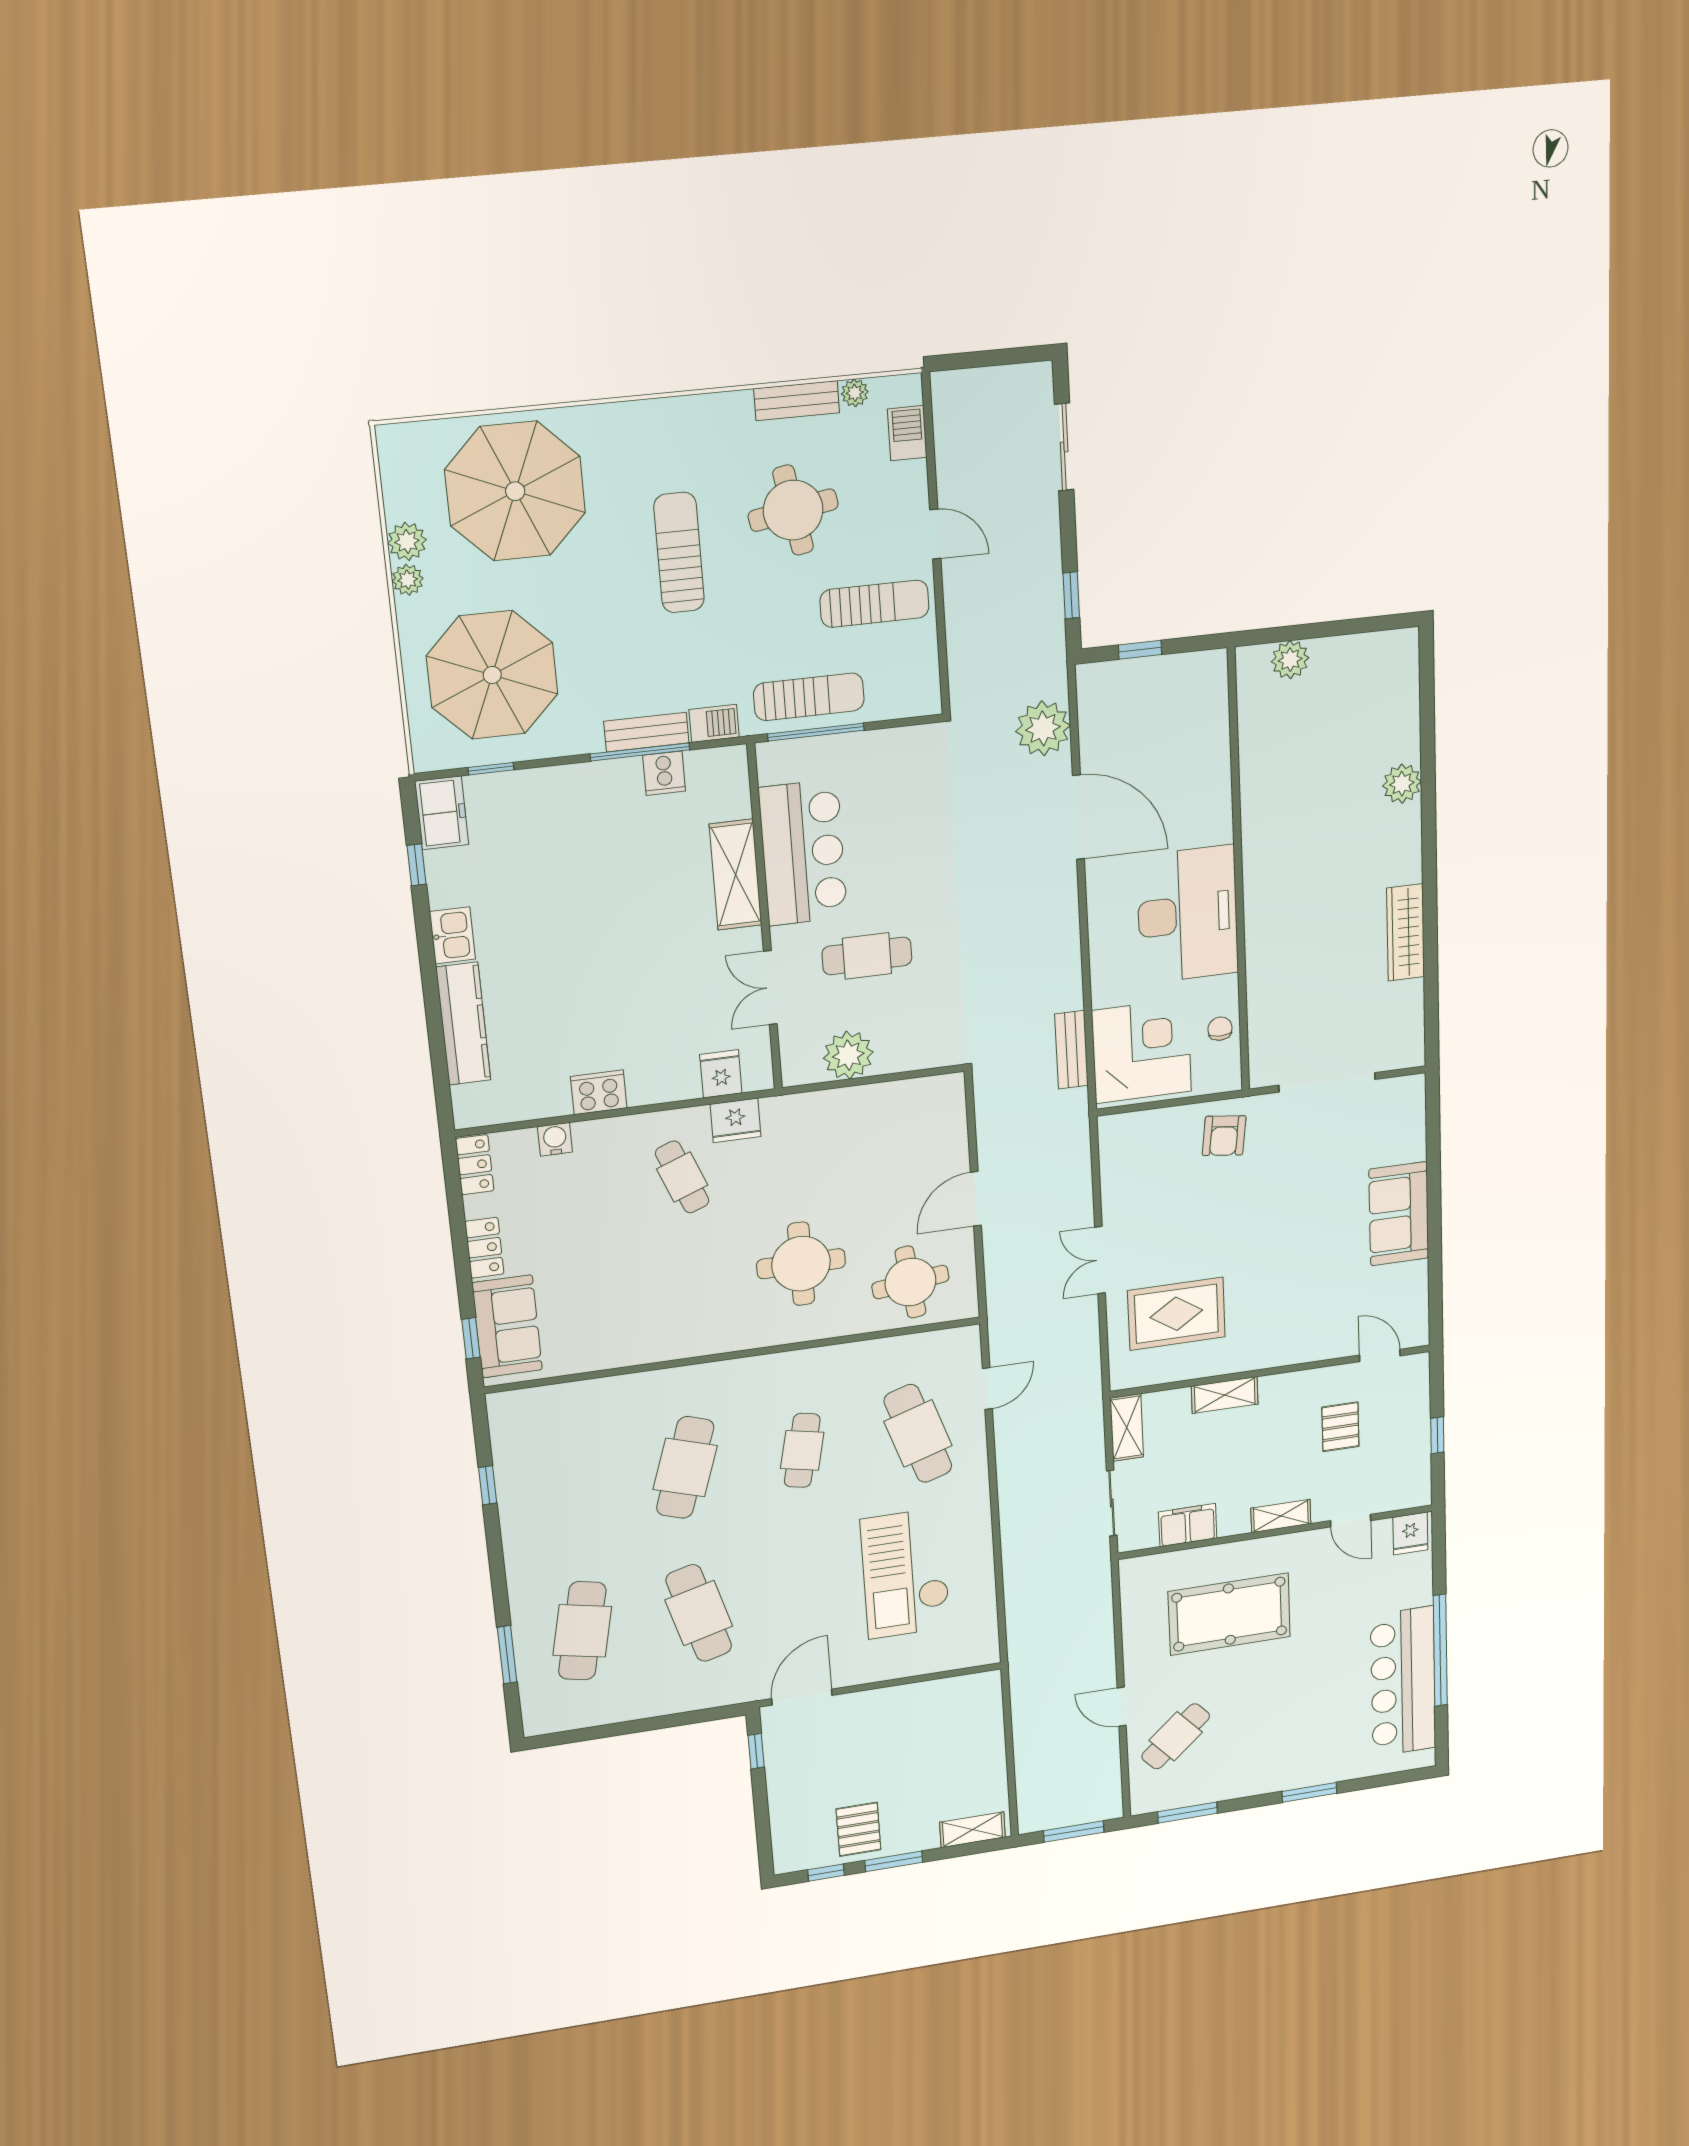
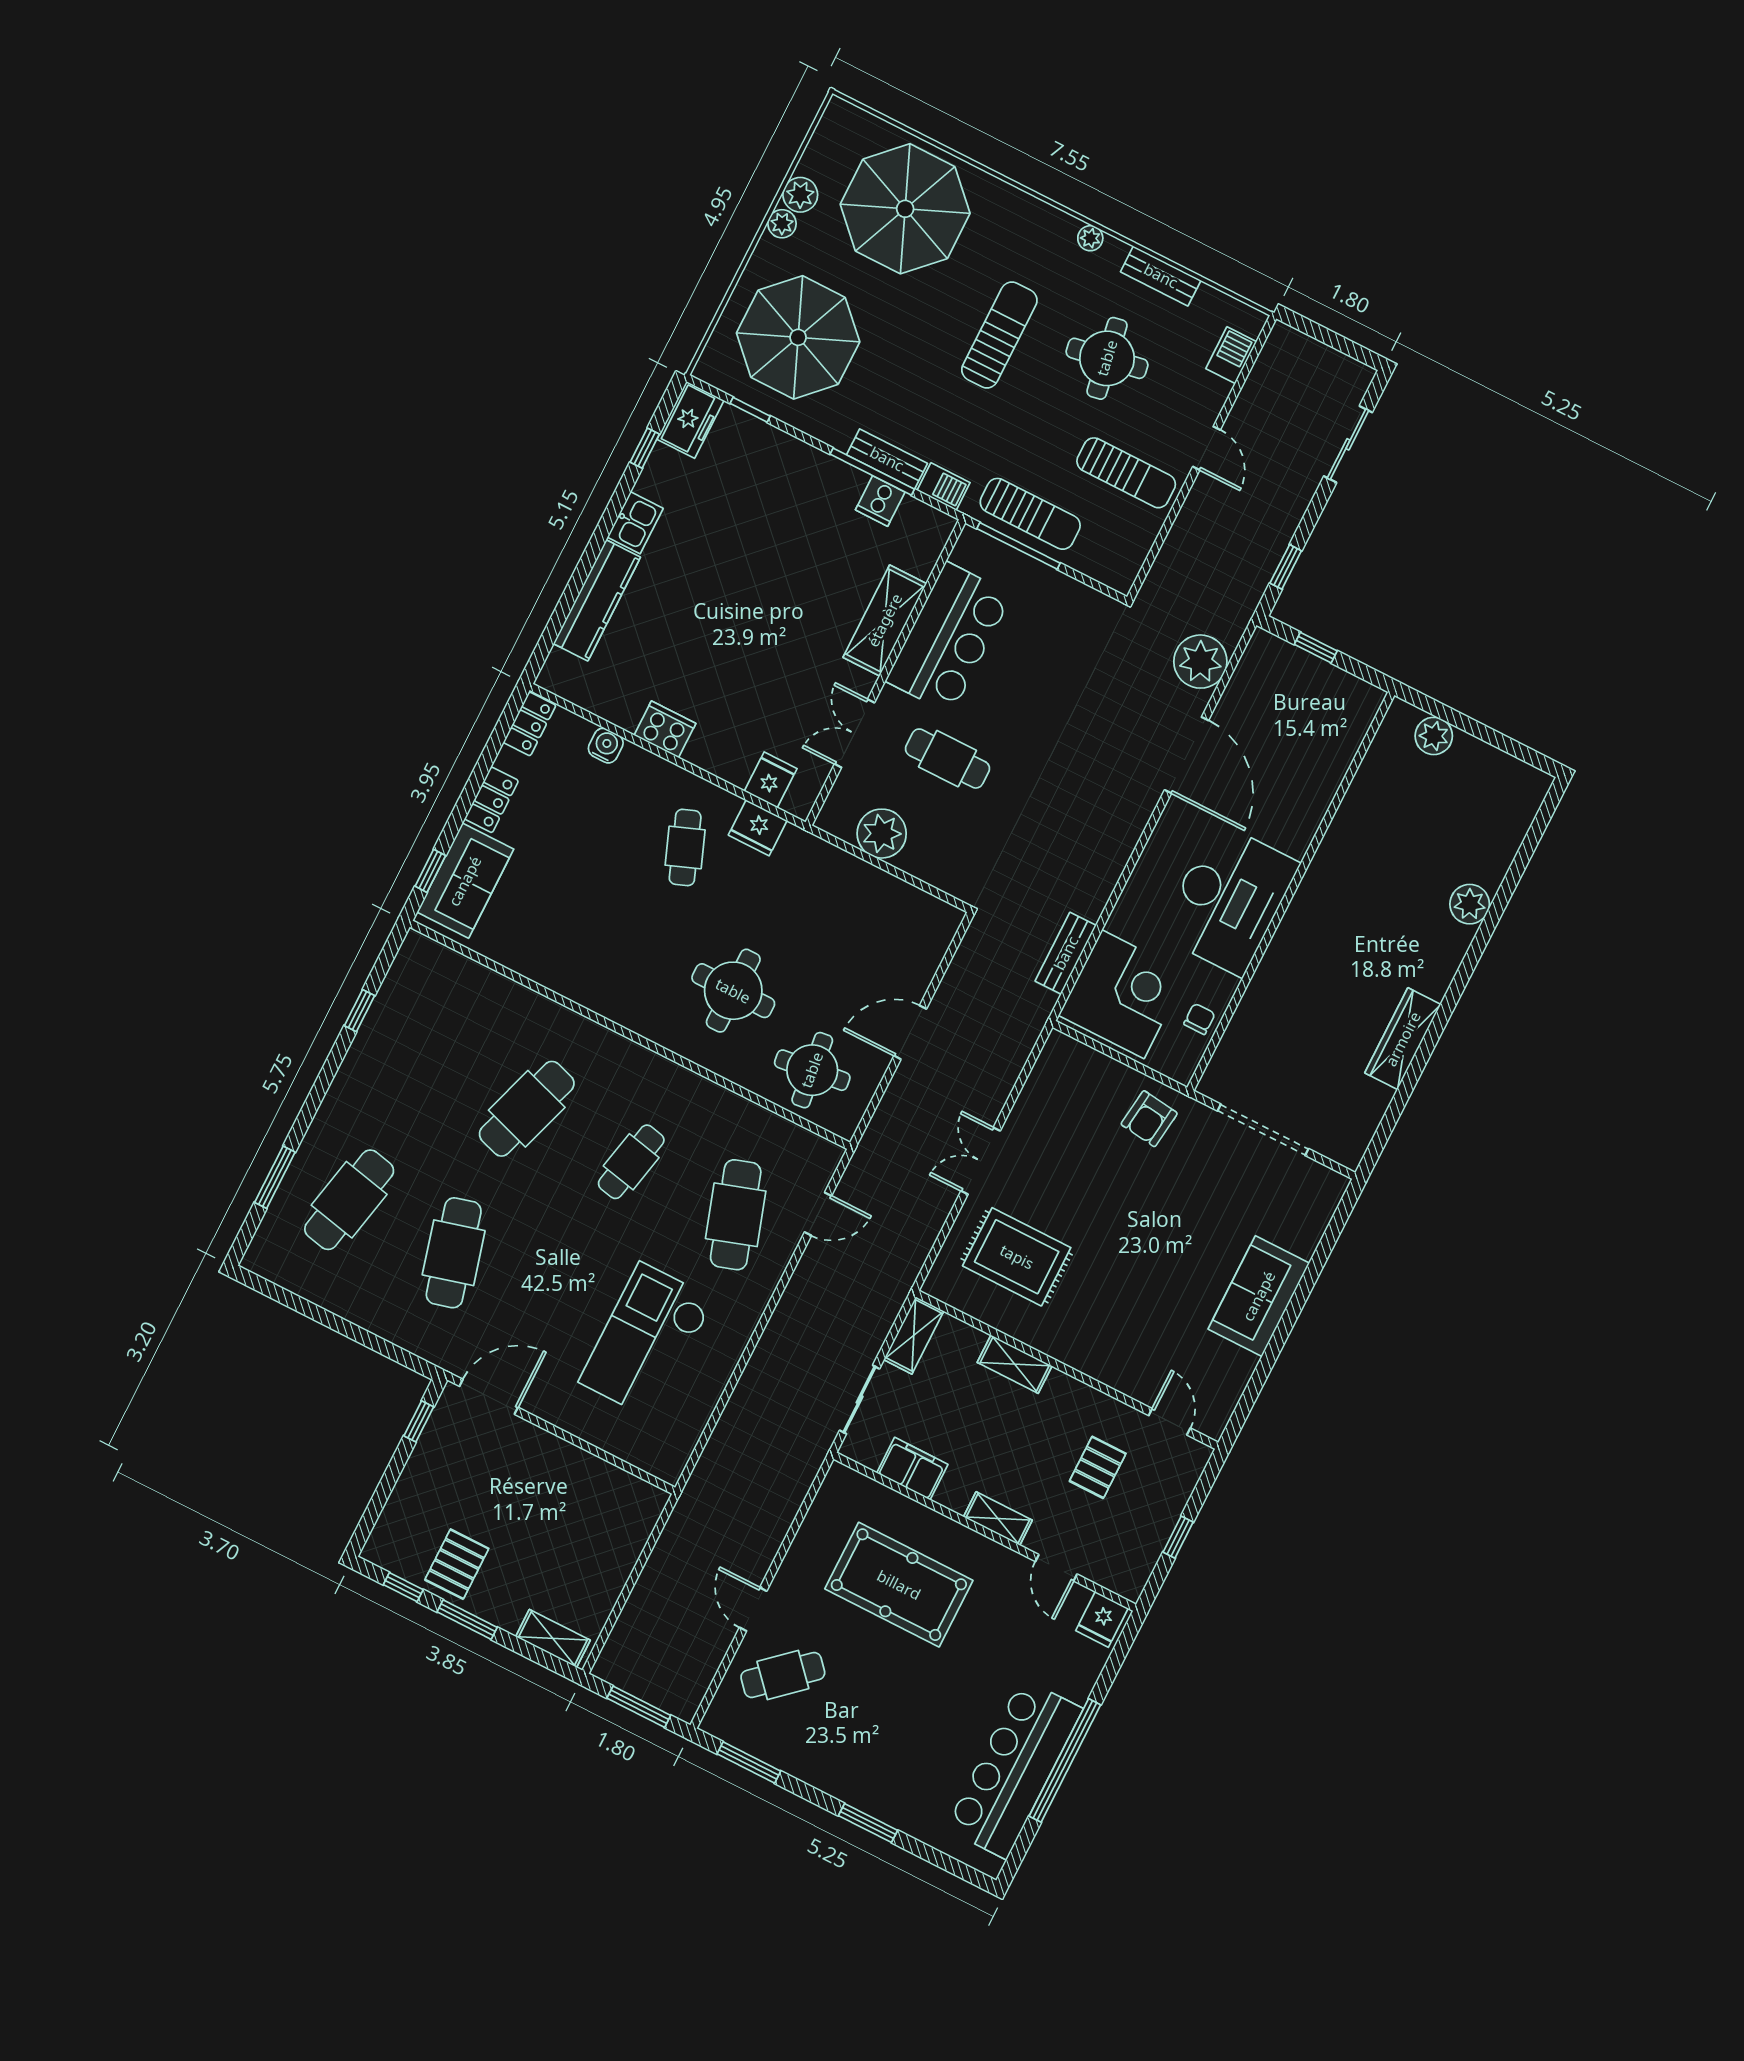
plant: (855, 393) -> (1090, 238), moved

